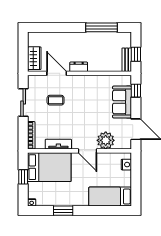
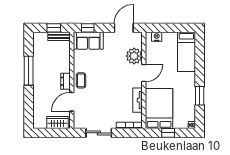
window: (102, 27) -> (29, 71), moved
coffee table: (56, 100) -> (81, 80), moved
sofa: (122, 102) -> (88, 41), moved

